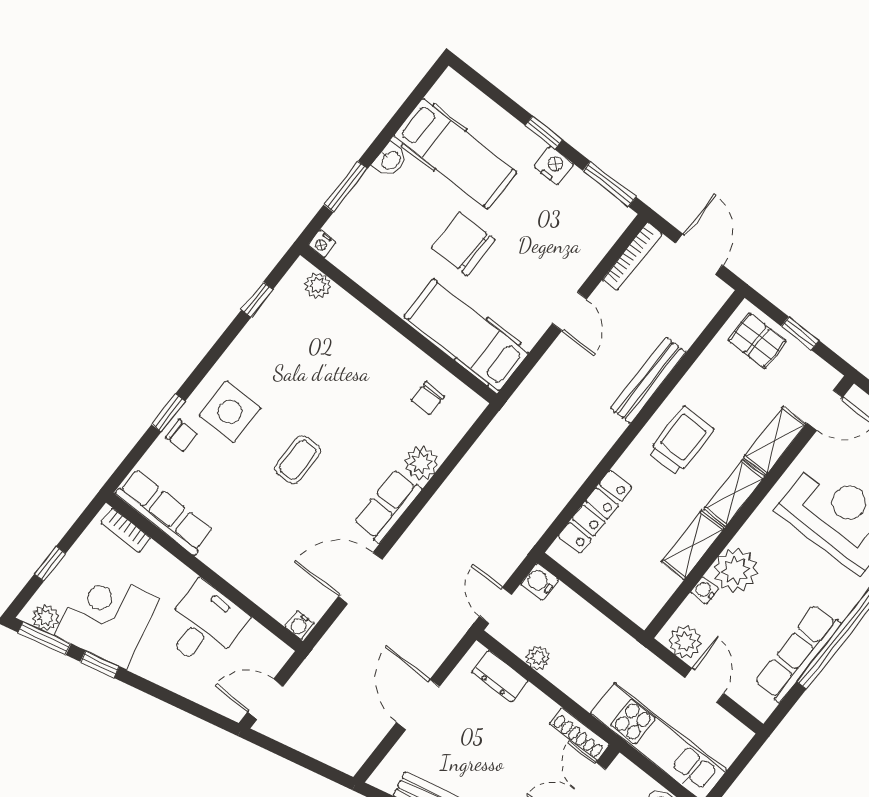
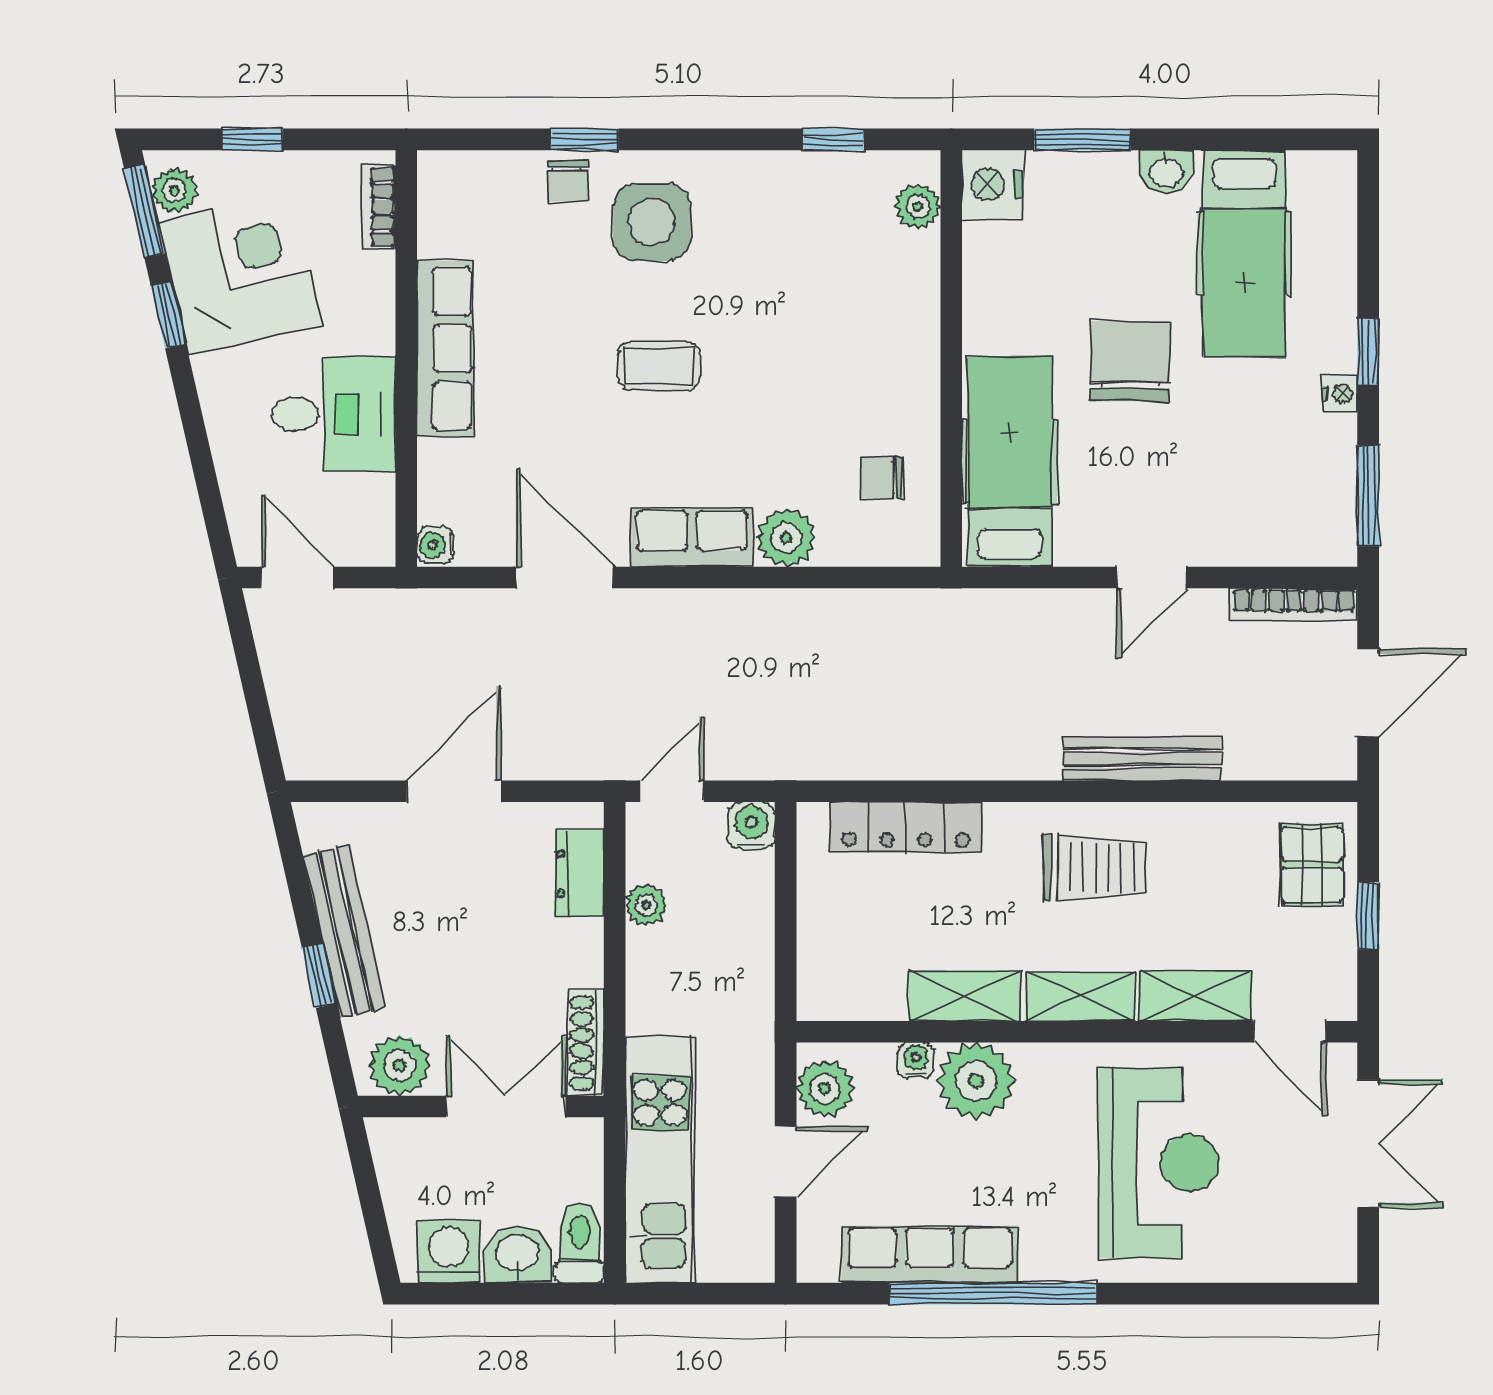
nightstand: (554, 166) -> (1340, 393), width x0.72, depth x0.74
nightstand: (322, 244) -> (993, 184), width x1.89, depth x1.79
row of seats: (165, 512) -> (445, 349), moved

